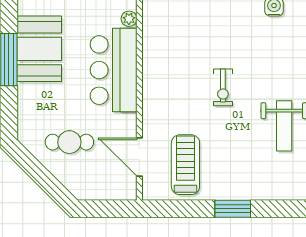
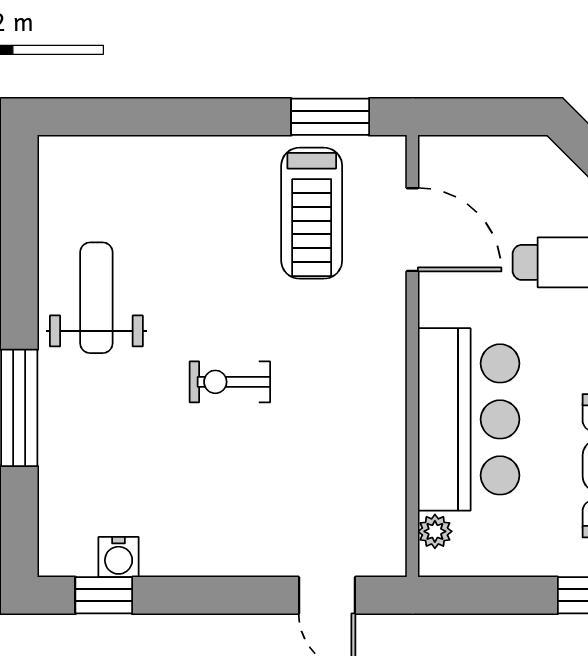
exercise bike: (223, 87) -> (230, 382), turned -90
window: (233, 209) -> (330, 117), moved

